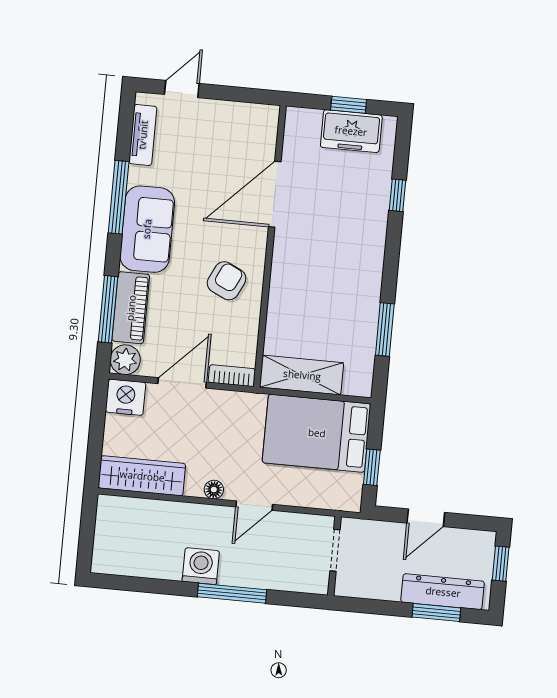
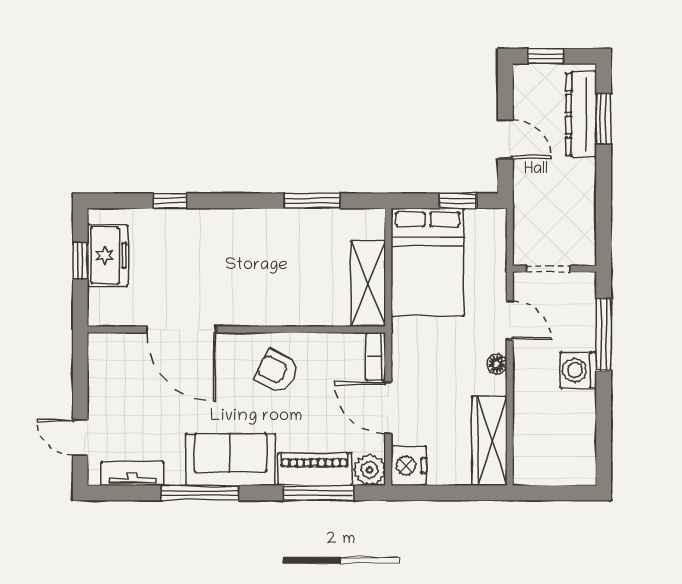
doorway: (335, 550) -> (548, 269), moved
wall: (334, 556) -> (554, 269), moved

